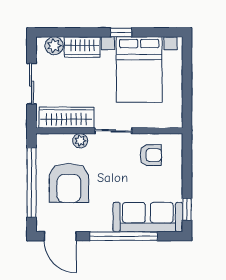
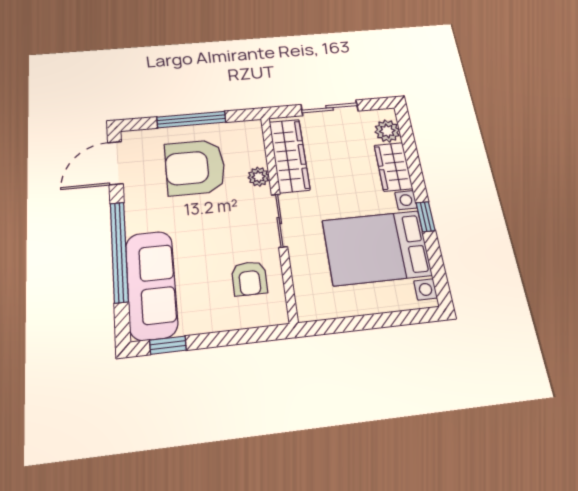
window: (32, 182) -> (191, 120), width x0.68

